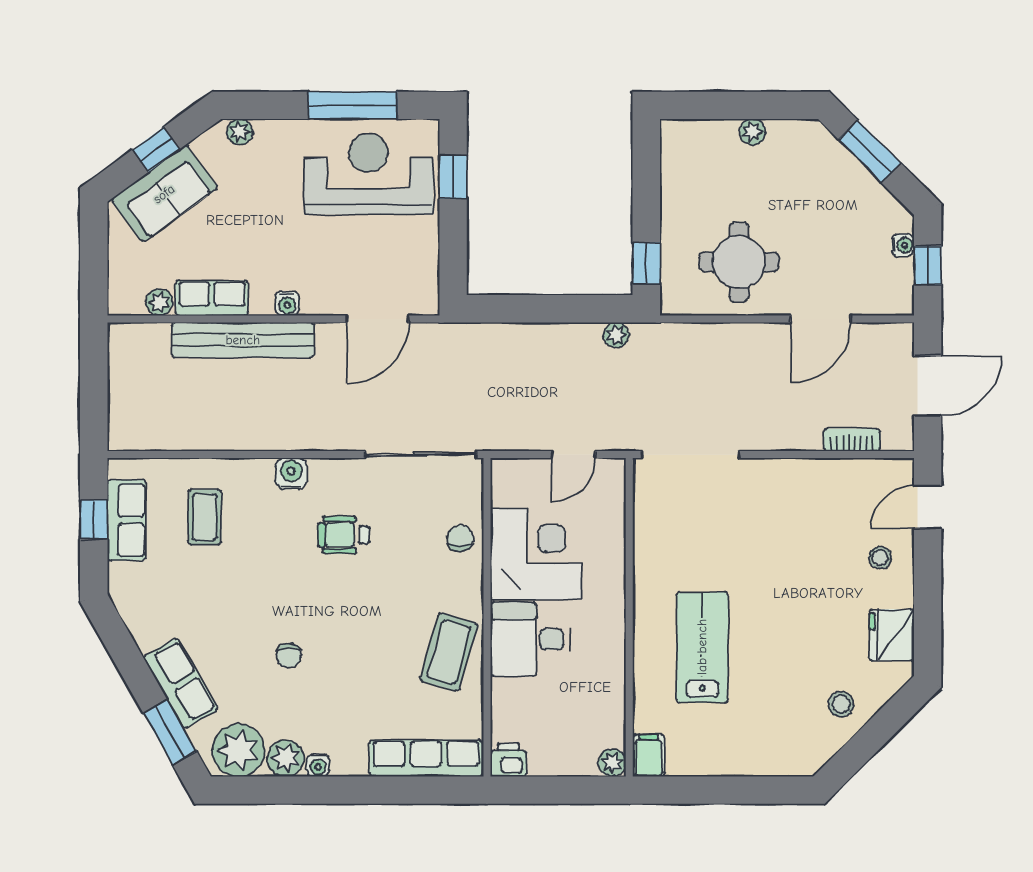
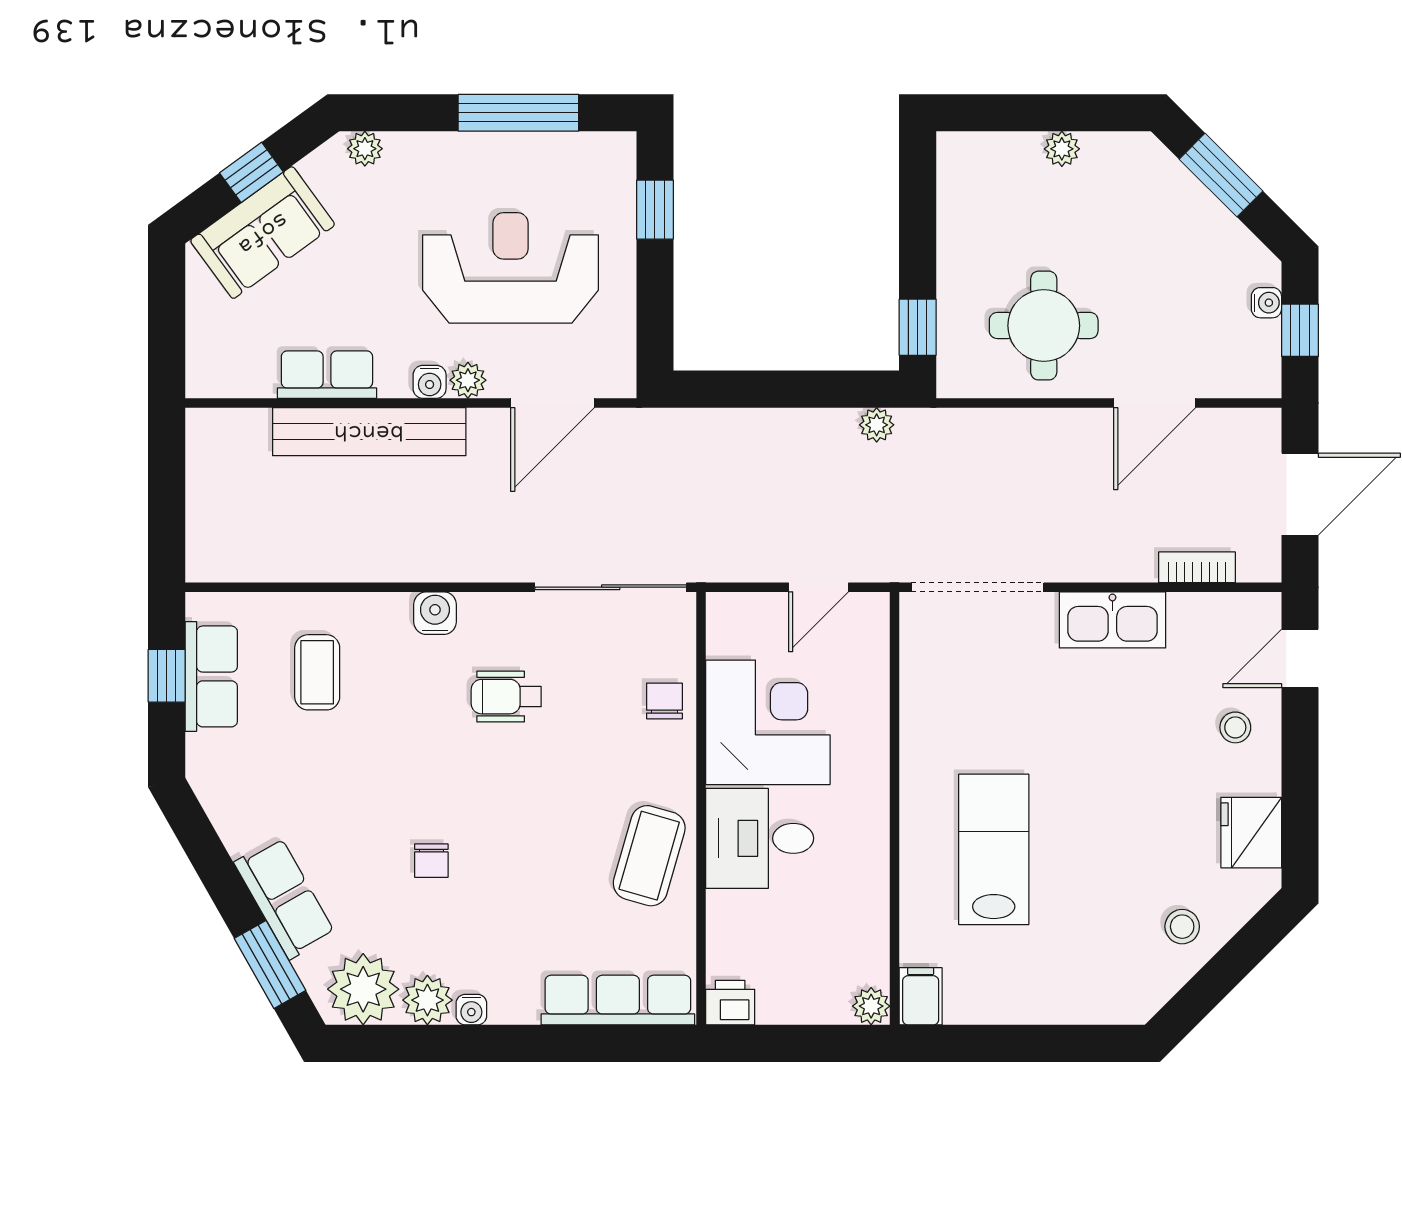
reception desk: (368, 174) -> (511, 268), moved
plant: (159, 302) -> (468, 380), moved
kitchen sink: (790, 479) -> (1112, 620), added

